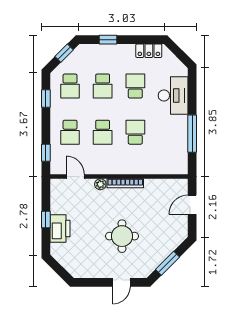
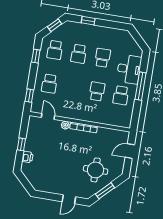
locker: (149, 51) -> (117, 34), removed
school desk: (103, 132) -> (121, 95), moved
window: (192, 134) -> (140, 86), moved
printer: (60, 229) -> (28, 157), width x0.53, depth x0.68
round table: (122, 236) -> (96, 170), moved

